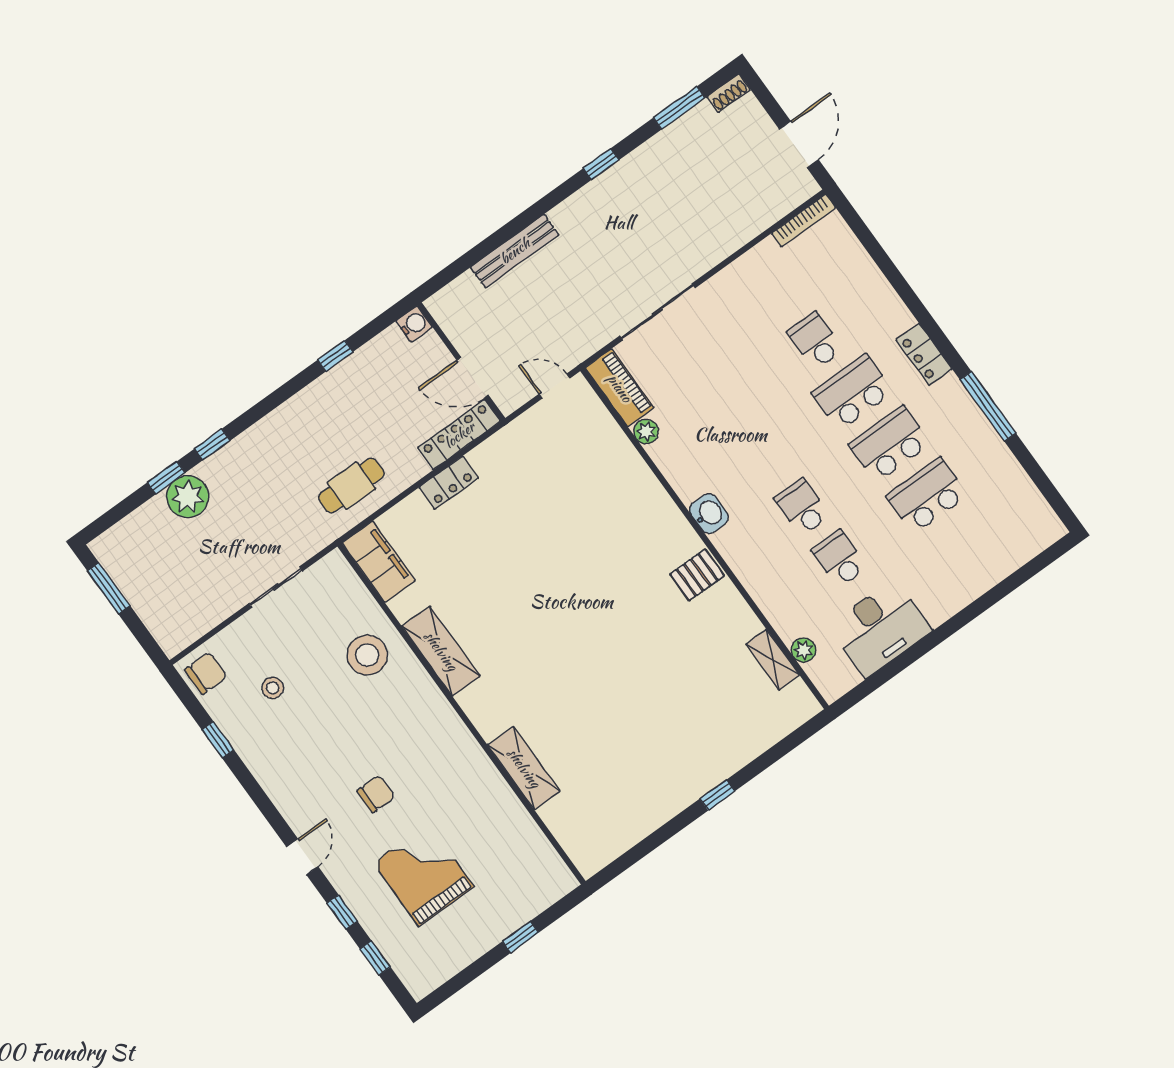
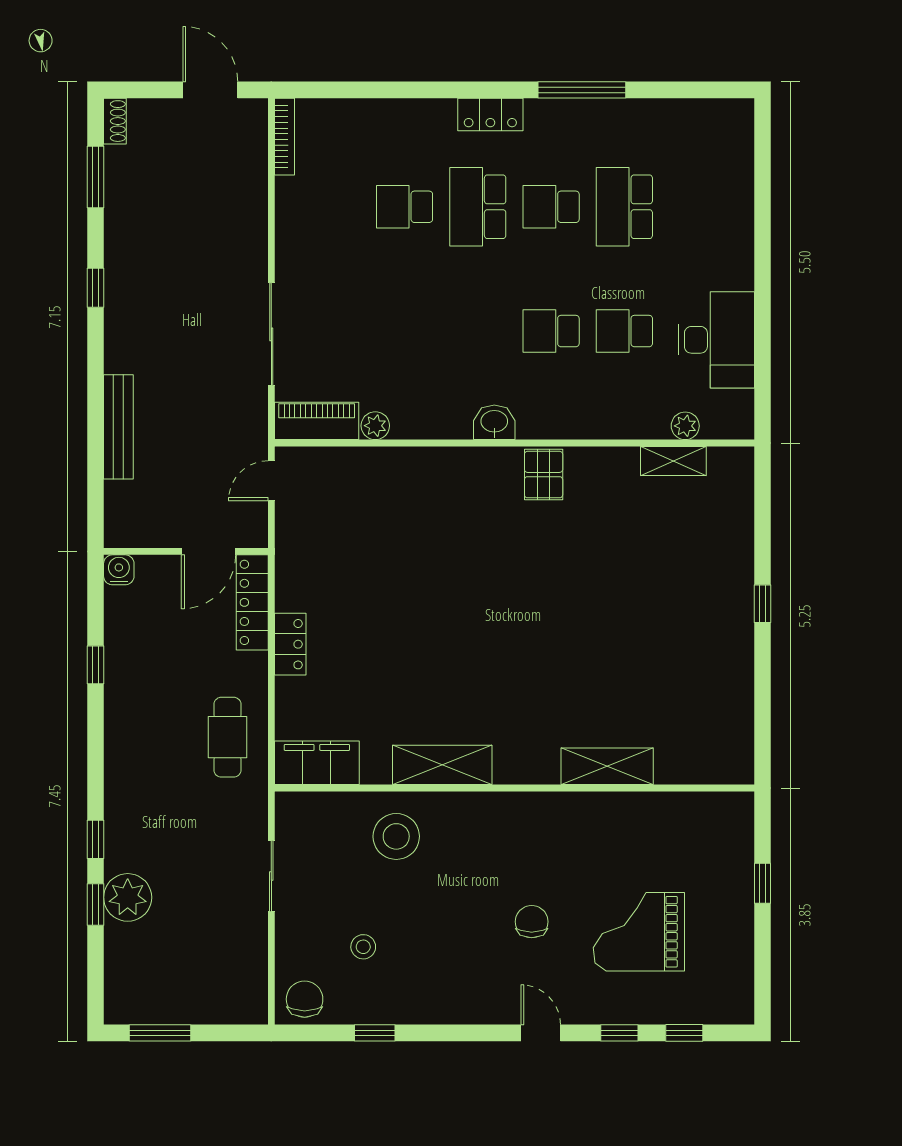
school desk: (890, 444) -> (551, 207), width x0.54

